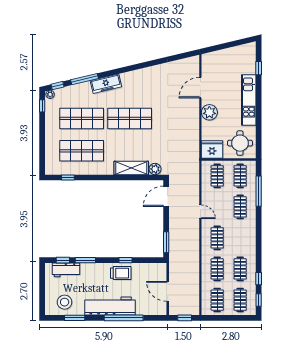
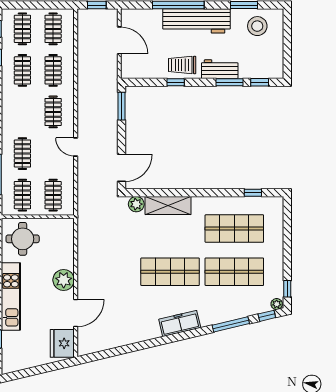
freezer: (106, 84) -> (180, 323), moved
fridge: (212, 150) -> (62, 343), moved, turned 90
workbench: (66, 270) -> (220, 69), moved

